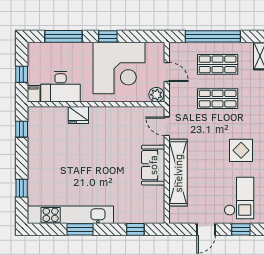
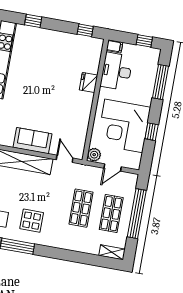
window: (108, 36) -> (152, 132), moved
window: (22, 74) -> (144, 41), moved
door: (167, 126) -> (65, 159), hinge flipped

